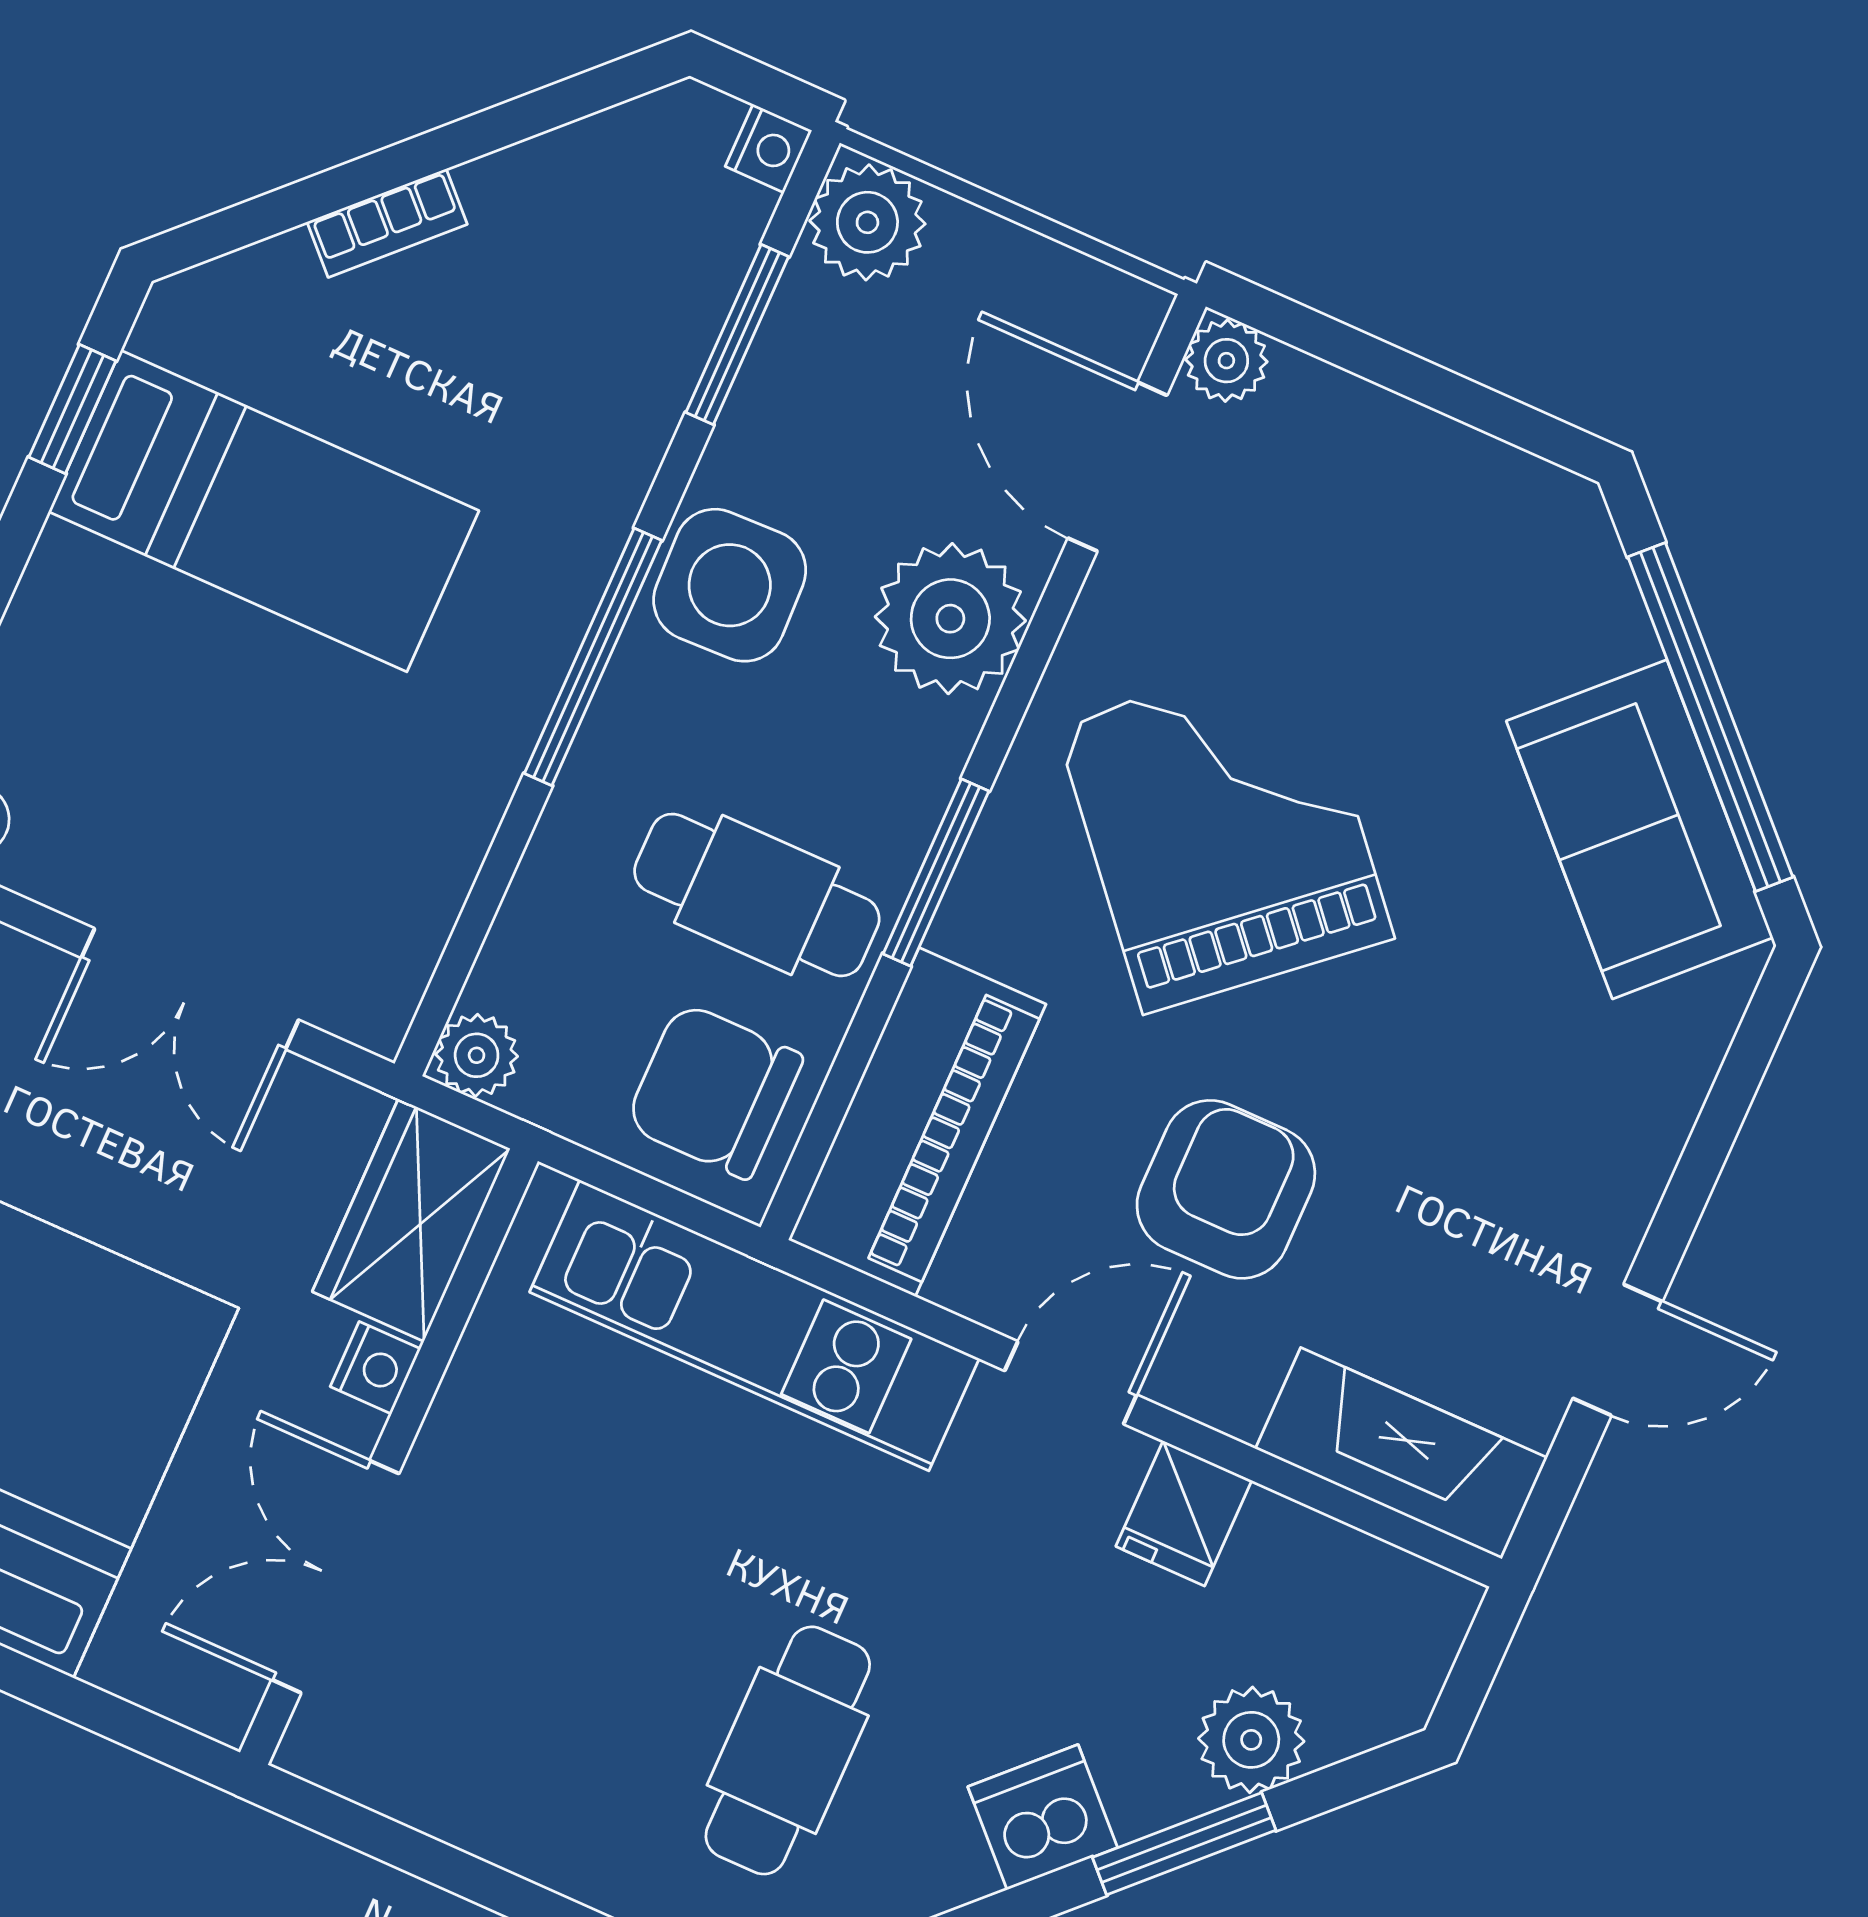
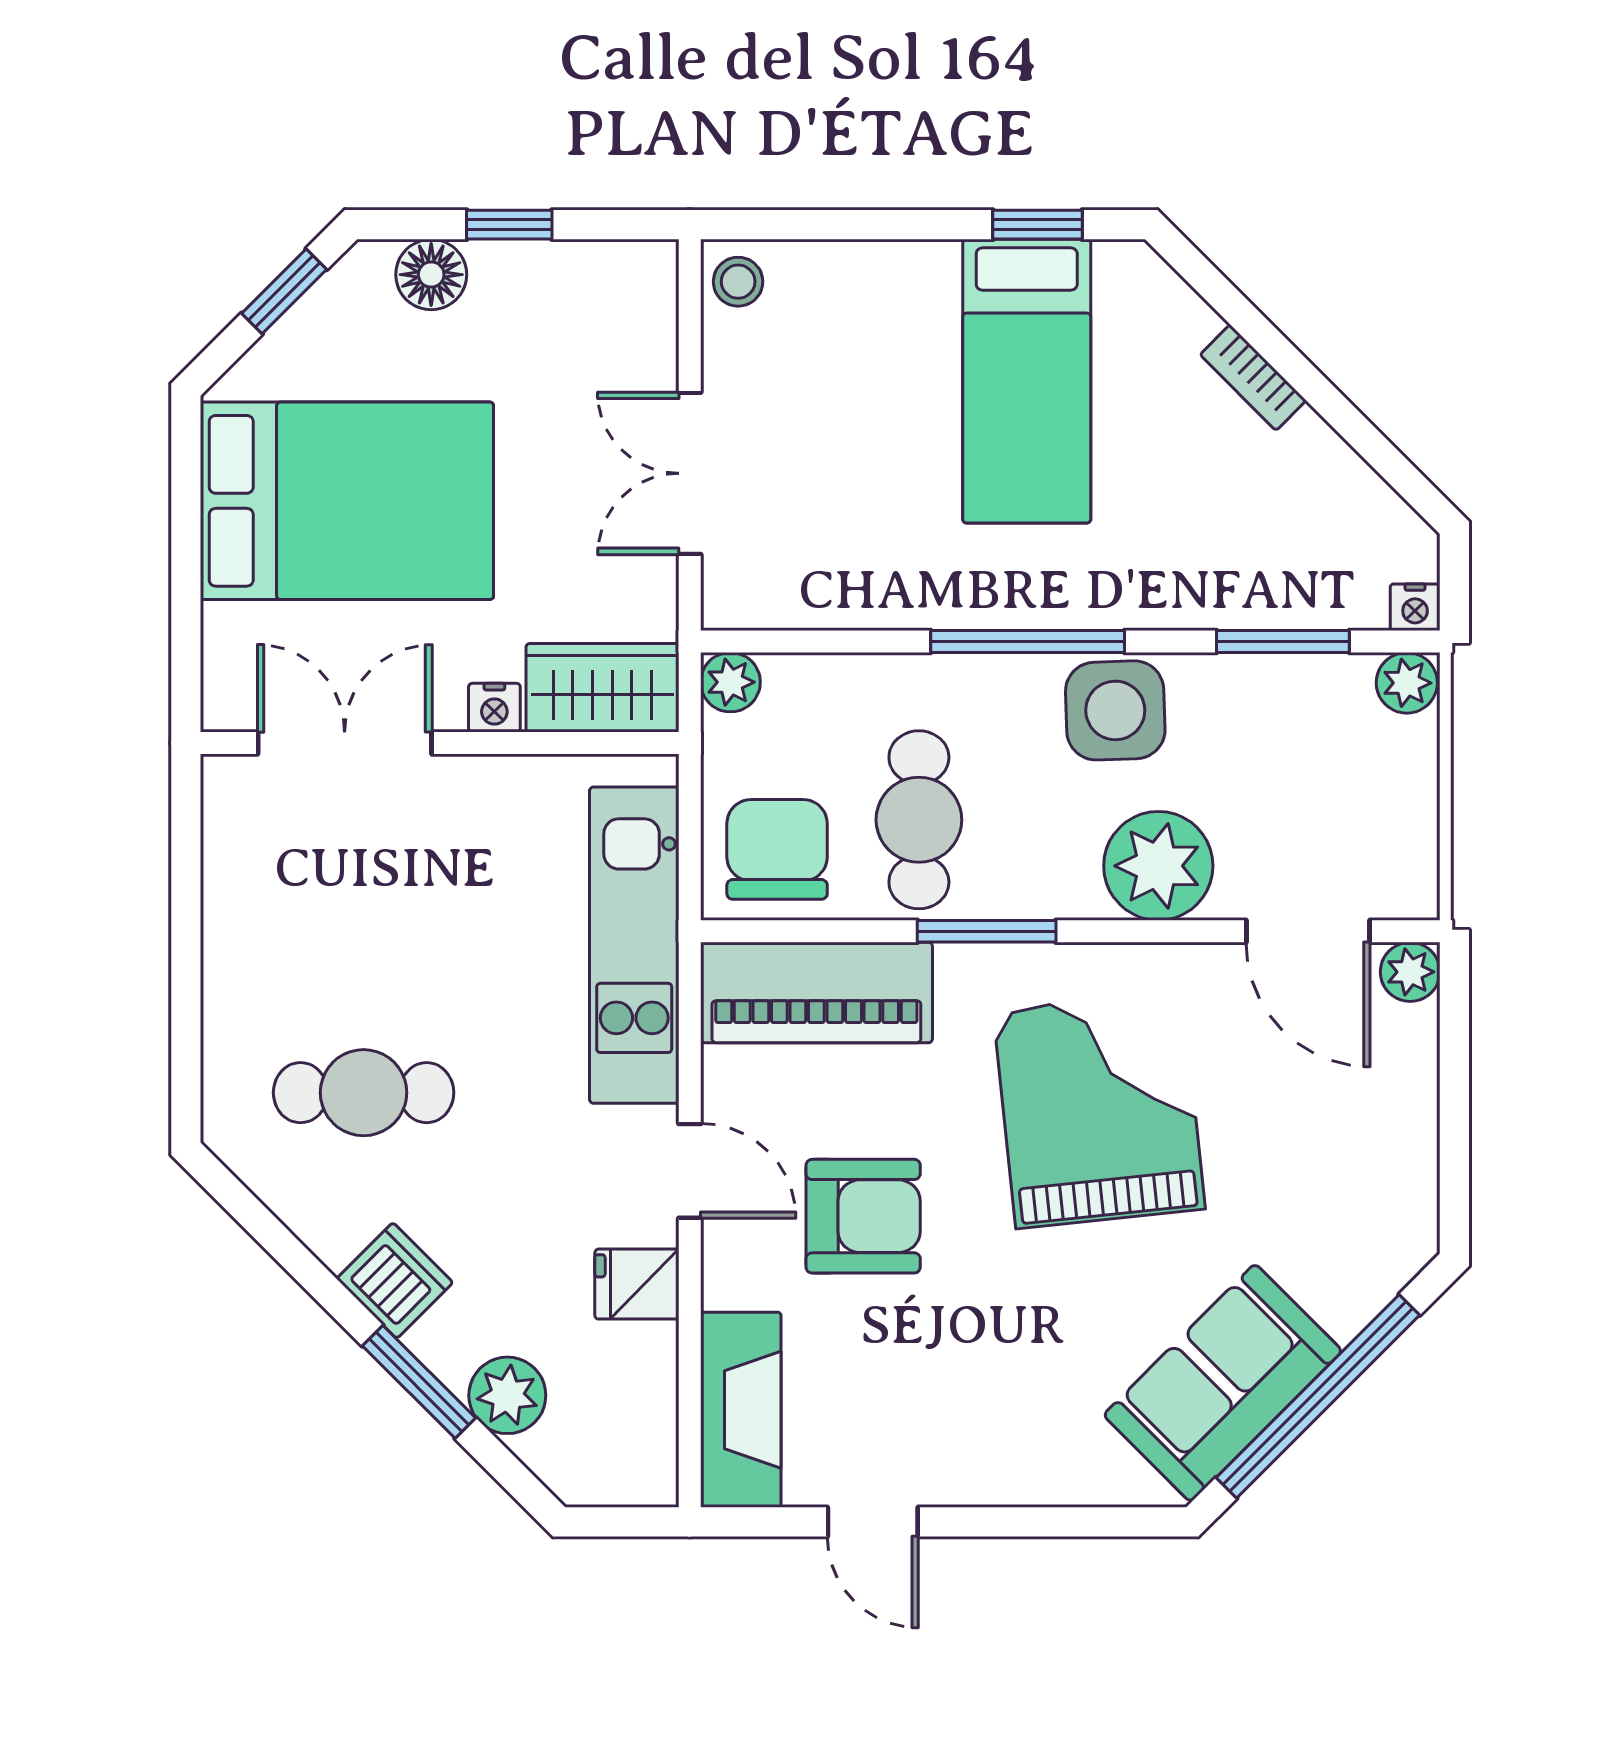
plant: (867, 222) -> (1407, 683), width x0.73, depth x0.73
door: (1117, 467) -> (1308, 931), swing flipped
grand piano: (1225, 831) -> (1099, 1110), turned -55

